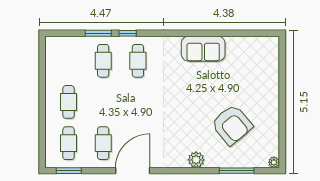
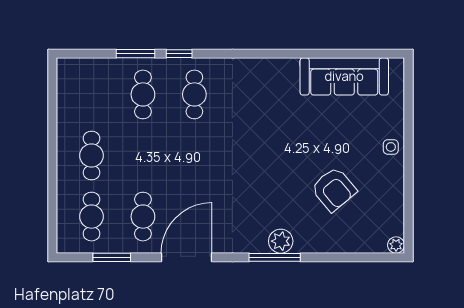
sofa: (203, 49) -> (344, 76), moved, width x1.36
side table: (270, 96) -> (391, 147), added
armchair: (232, 125) -> (334, 189), width x0.73, depth x0.73
window: (69, 171) -> (112, 257), moved
window: (237, 171) -> (275, 257), moved

